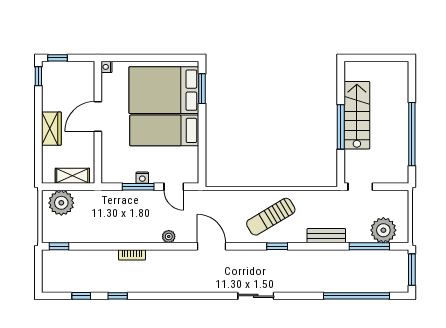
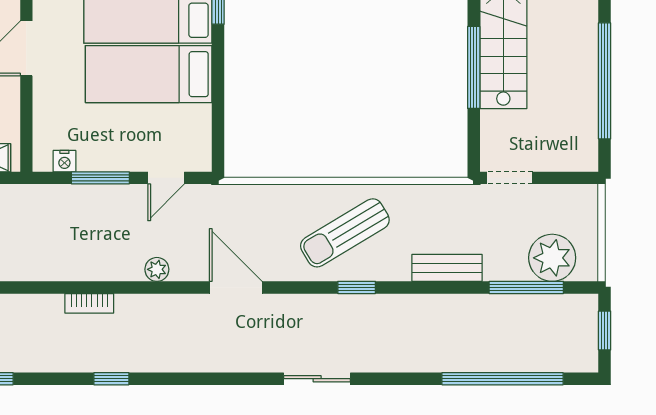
nightstand: (142, 178) -> (64, 161), moved
door: (174, 187) -> (166, 178), hinge flipped
window: (412, 270) -> (605, 330), width x0.67
window: (118, 296) -> (111, 379), moved

